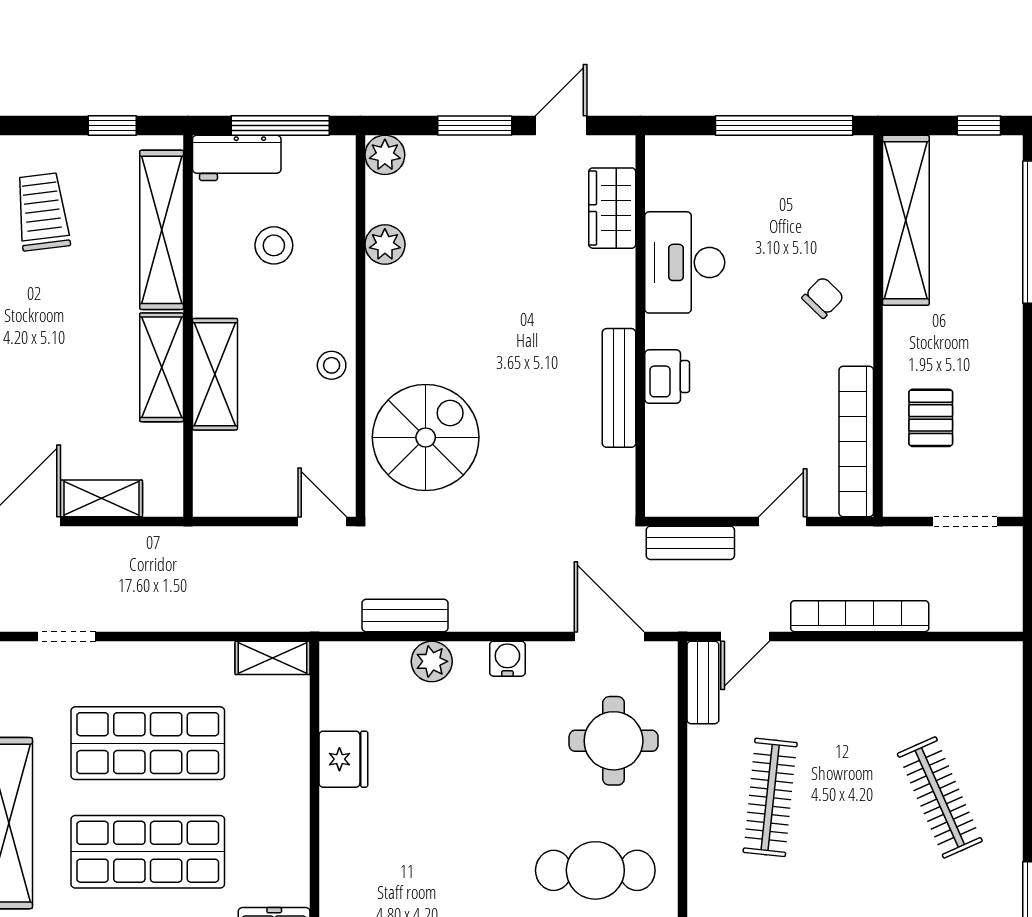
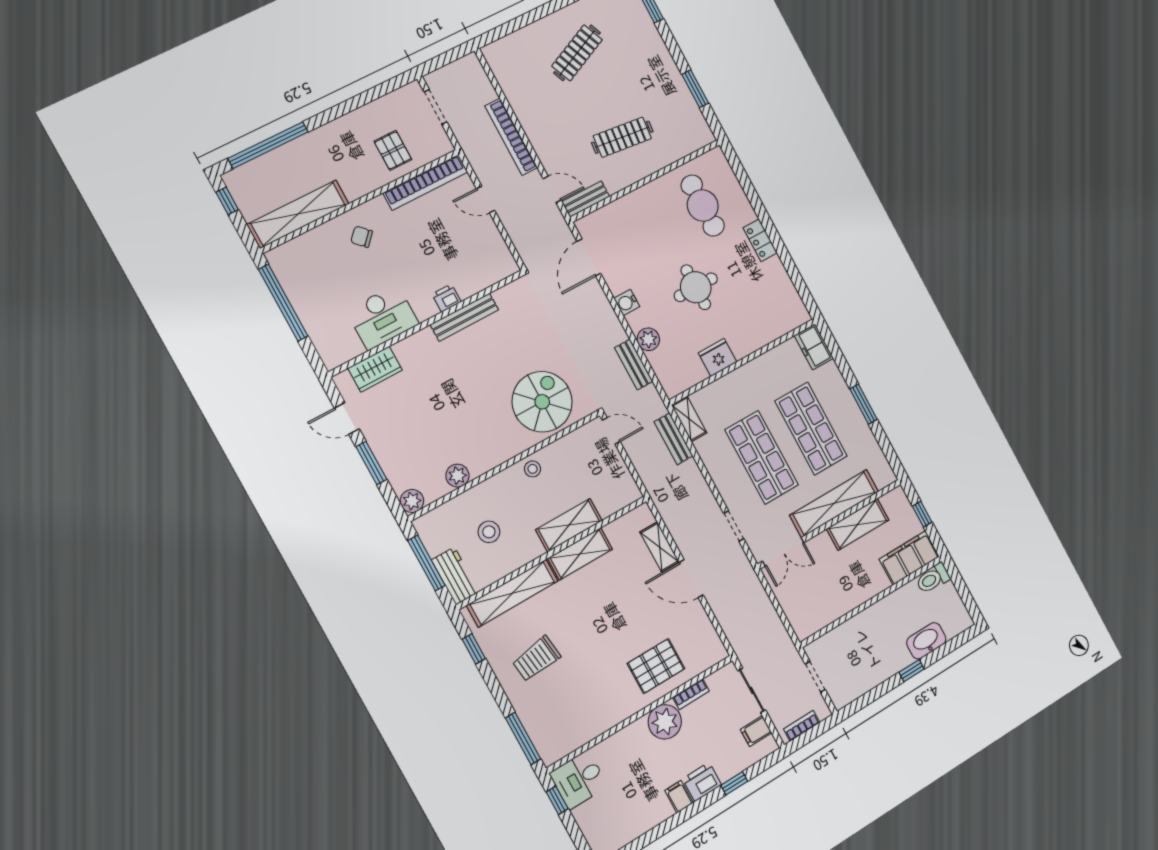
printer: (667, 377) -> (447, 298), width x0.73, depth x0.81
pallet: (931, 418) -> (393, 150), turned 90
spiral stairs: (426, 437) -> (542, 402), turned 90
door: (322, 521) -> (611, 431), swing flipped
bench: (690, 543) -> (674, 439), moved
round table: (614, 741) -> (696, 287), moved

